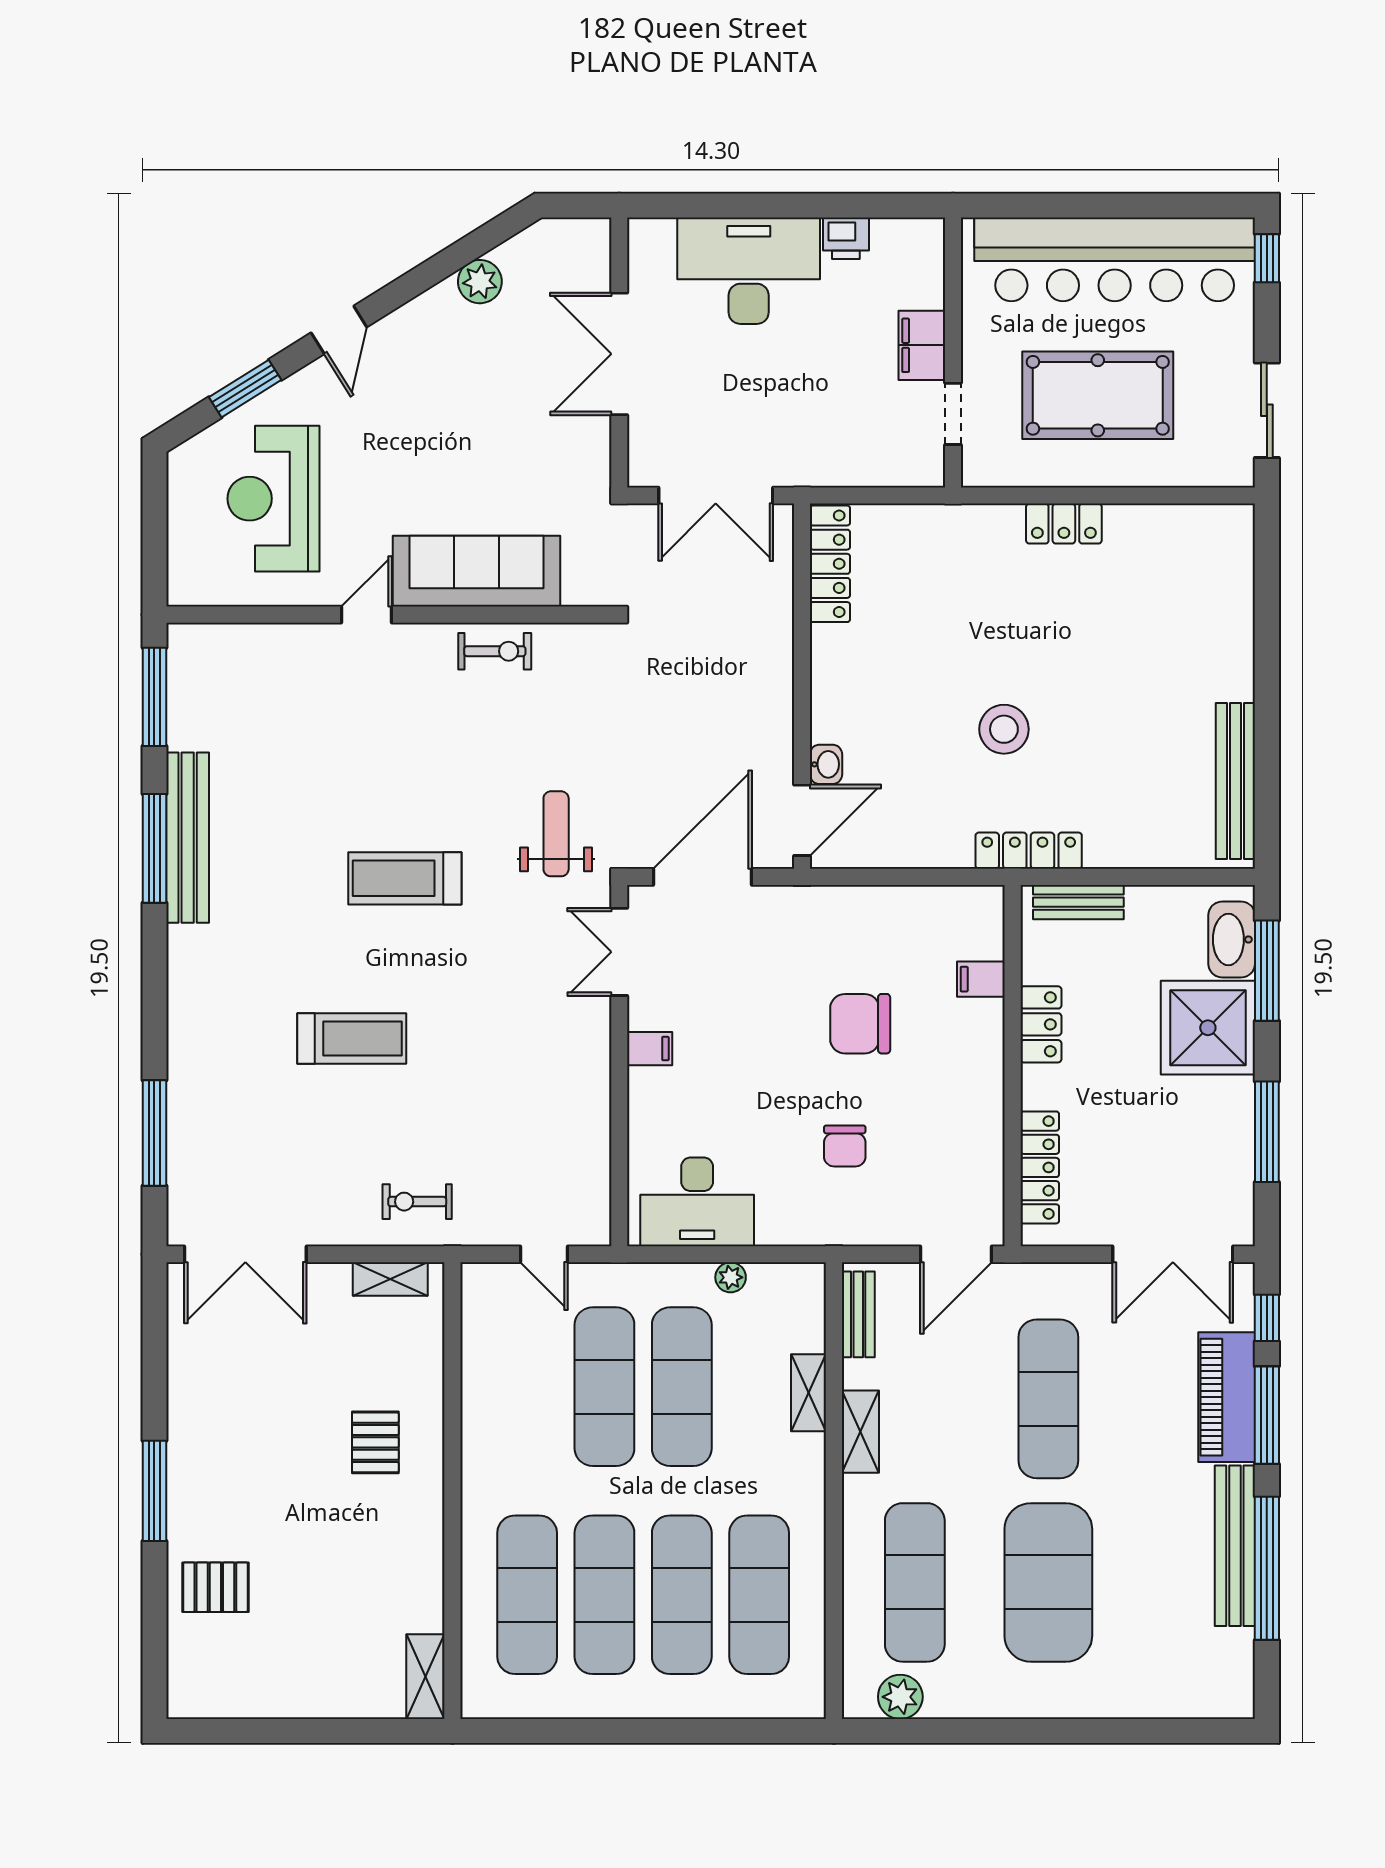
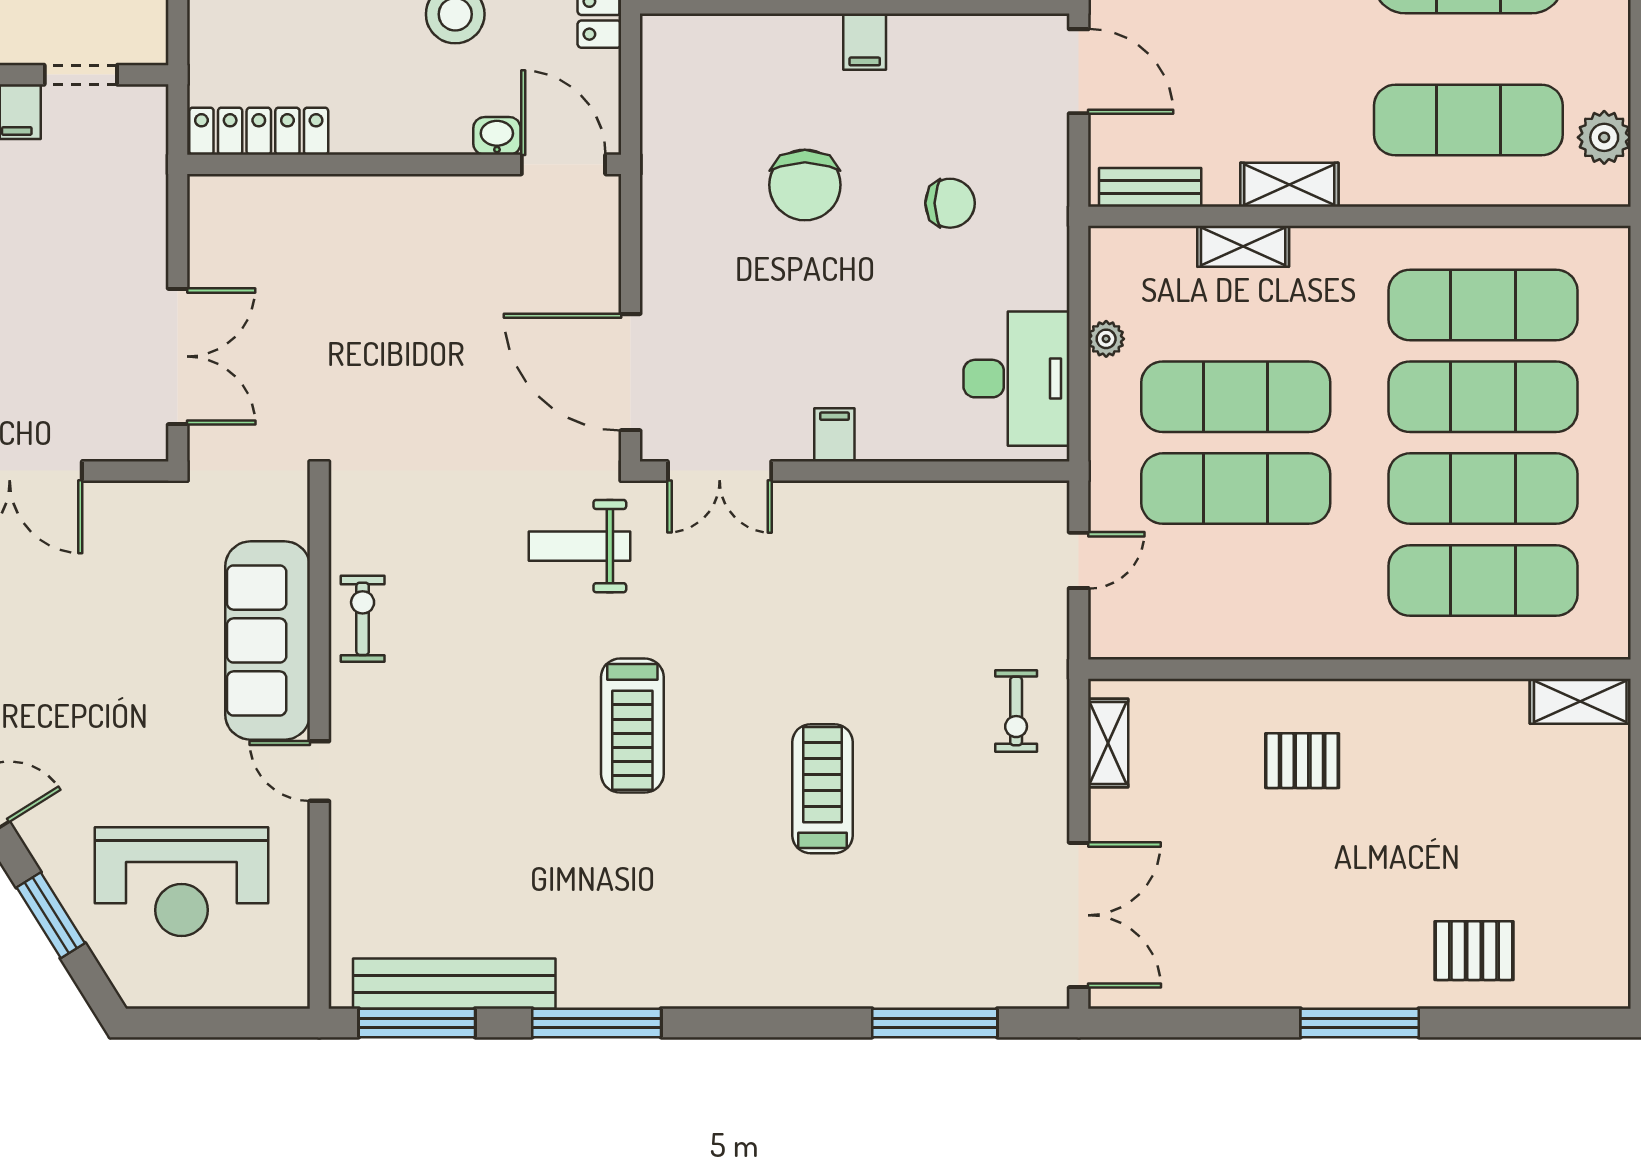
locker: (830, 564) -> (259, 131), moved
wall: (802, 686) -> (404, 164), moved
washbasin: (826, 764) -> (497, 136), moved
door: (802, 820) -> (563, 164), moved
bench: (188, 838) -> (454, 984), moved
filing cabinet: (981, 979) -> (865, 42), moved
pallet: (215, 1587) -> (1474, 951), turned 90

